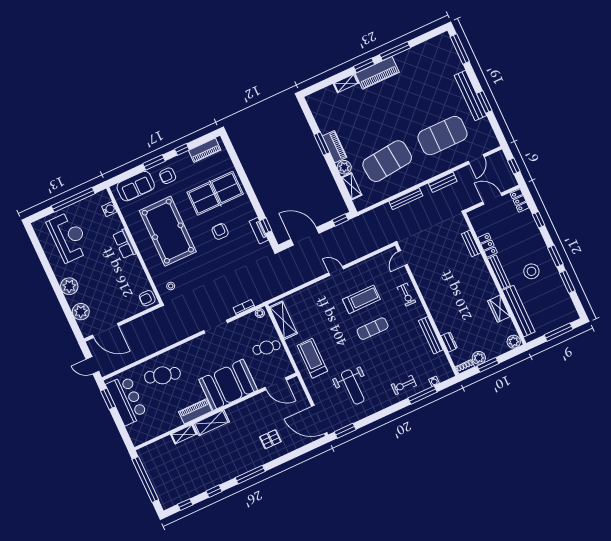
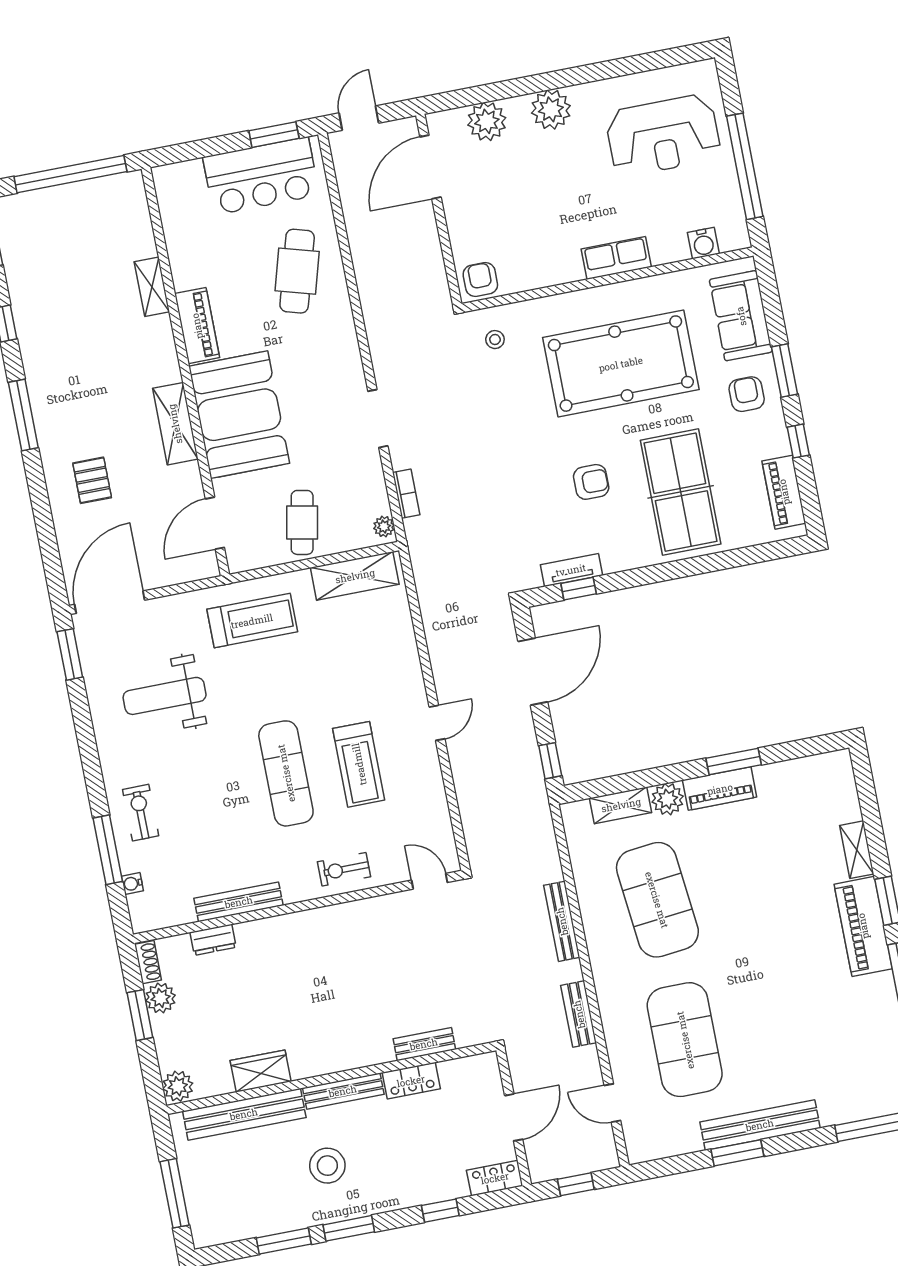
exercise mat: (373, 329) -> (286, 773), width x1.36, depth x1.45
shelving: (211, 423) -> (175, 424), moved

